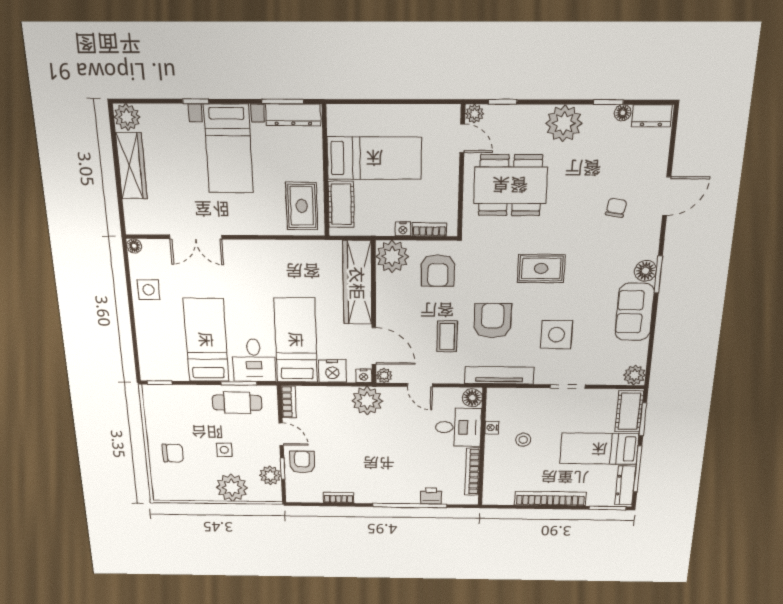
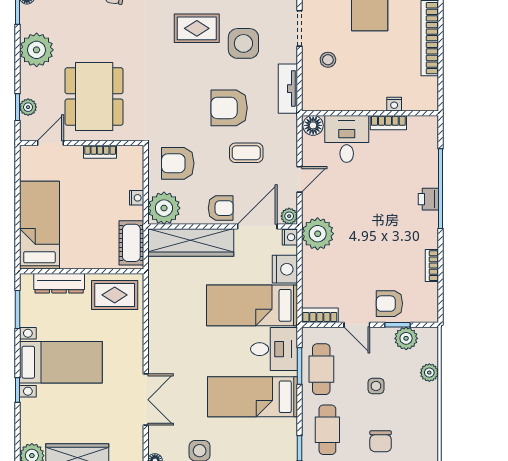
plant: (474, 114) -> (28, 107), moved
dresser: (293, 115) -> (59, 283), moved, turned 90
bed: (374, 158) -> (39, 225), moved
cot: (341, 204) -> (131, 243), moved, turned 90
bookcase: (429, 230) -> (100, 152), moved, turned -90
rug: (541, 268) -> (197, 28), moved, turned 90
armchair: (438, 270) -> (178, 163), turned 180
armchair: (392, 312) -> (221, 208), added
tv unit: (499, 375) -> (288, 89), width x0.71
cafe table: (180, 407) -> (327, 430), added
nightstand: (492, 428) -> (394, 104), moved
door: (281, 434) -> (357, 325), swing flipped
stool: (523, 440) -> (328, 60), moved
chair: (173, 453) -> (381, 441), turned 180
bookcase: (472, 472) -> (388, 123), width x0.64
plant: (232, 488) -> (429, 373), width x0.53, depth x0.53
printer: (431, 496) -> (428, 199), moved

